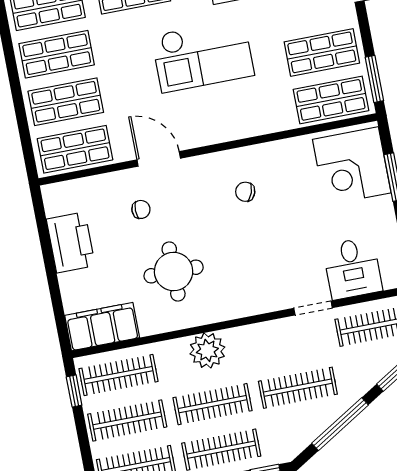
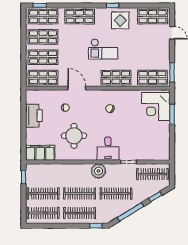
shop shelf: (322, 52) -> (116, 78), moved
checkout: (203, 55) -> (103, 49), width x0.73, depth x0.83
desk: (352, 268) -> (108, 149), moved
plant: (207, 350) -> (99, 171), moved
clothes rail: (119, 375) -> (43, 174), removed

